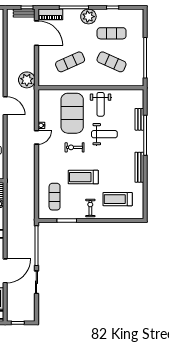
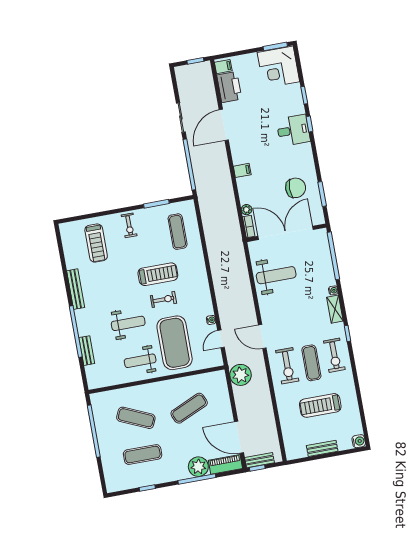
plant: (88, 17) -> (198, 467), moved
weight bench: (101, 104) -> (140, 361), turned -90
weight bench: (104, 134) -> (128, 323), turned 180
door: (36, 137) -> (221, 339), moved
treadmill: (83, 177) -> (158, 274), moved
treadmill: (118, 199) -> (96, 243), turned 90

